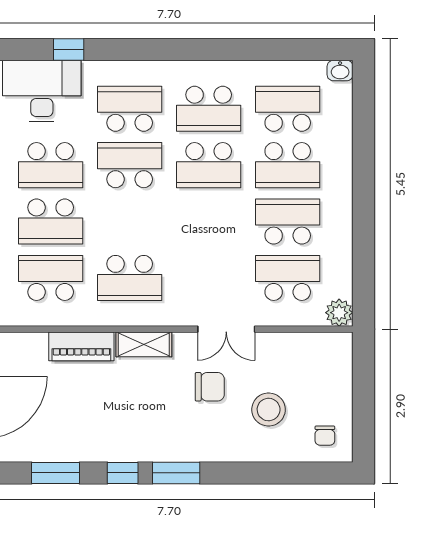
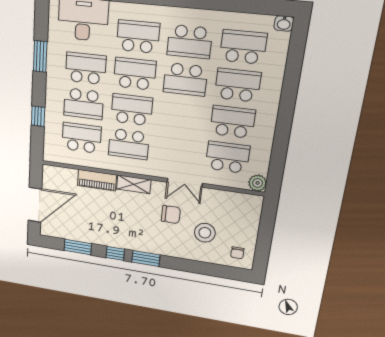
school desk: (51, 165) -> (86, 68), turned 180
school desk: (288, 165) -> (238, 85), turned 180
school desk: (130, 222) -> (132, 110), added

